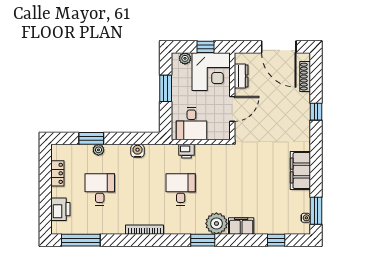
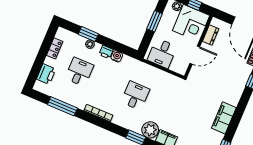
printer: (186, 151) -> (106, 52), moved
window: (81, 240) -> (62, 106), moved

